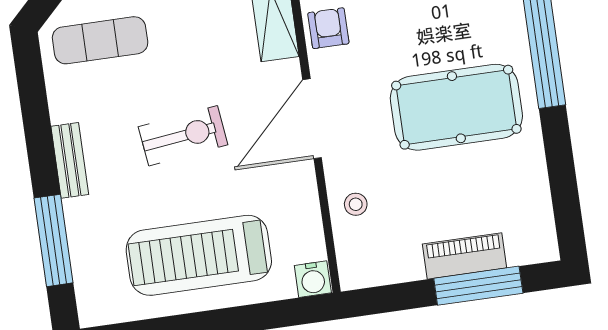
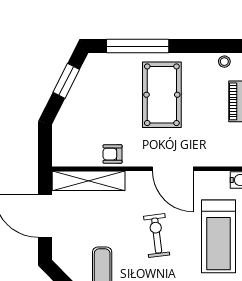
door: (312, 119) -> (173, 169), moved
stool: (356, 204) -> (224, 62), moved

